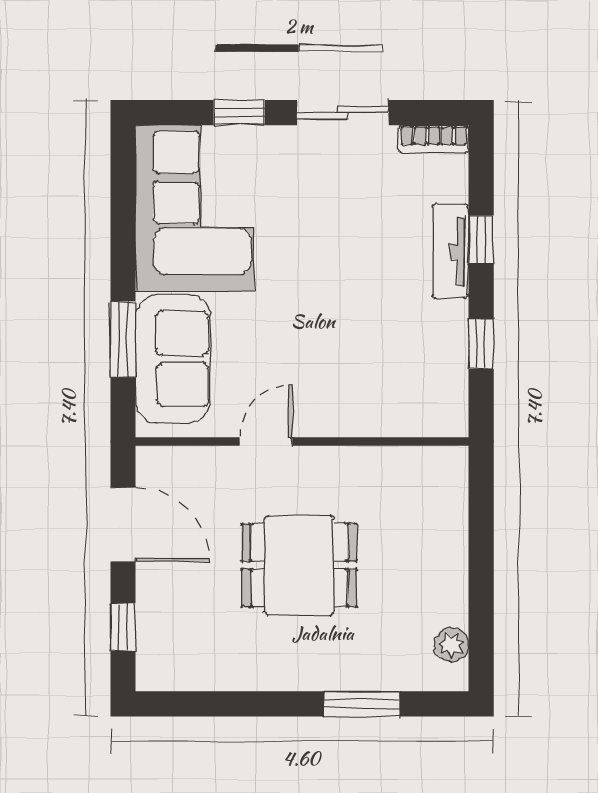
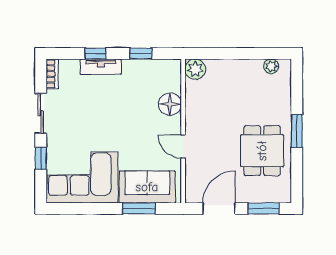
floor lamp: (364, 411) -> (170, 104), added
plant: (445, 469) -> (195, 69), added
dining table: (299, 565) -> (262, 151), moved
window: (123, 627) -> (263, 208), width x1.50
window: (362, 704) -> (297, 131), moved

